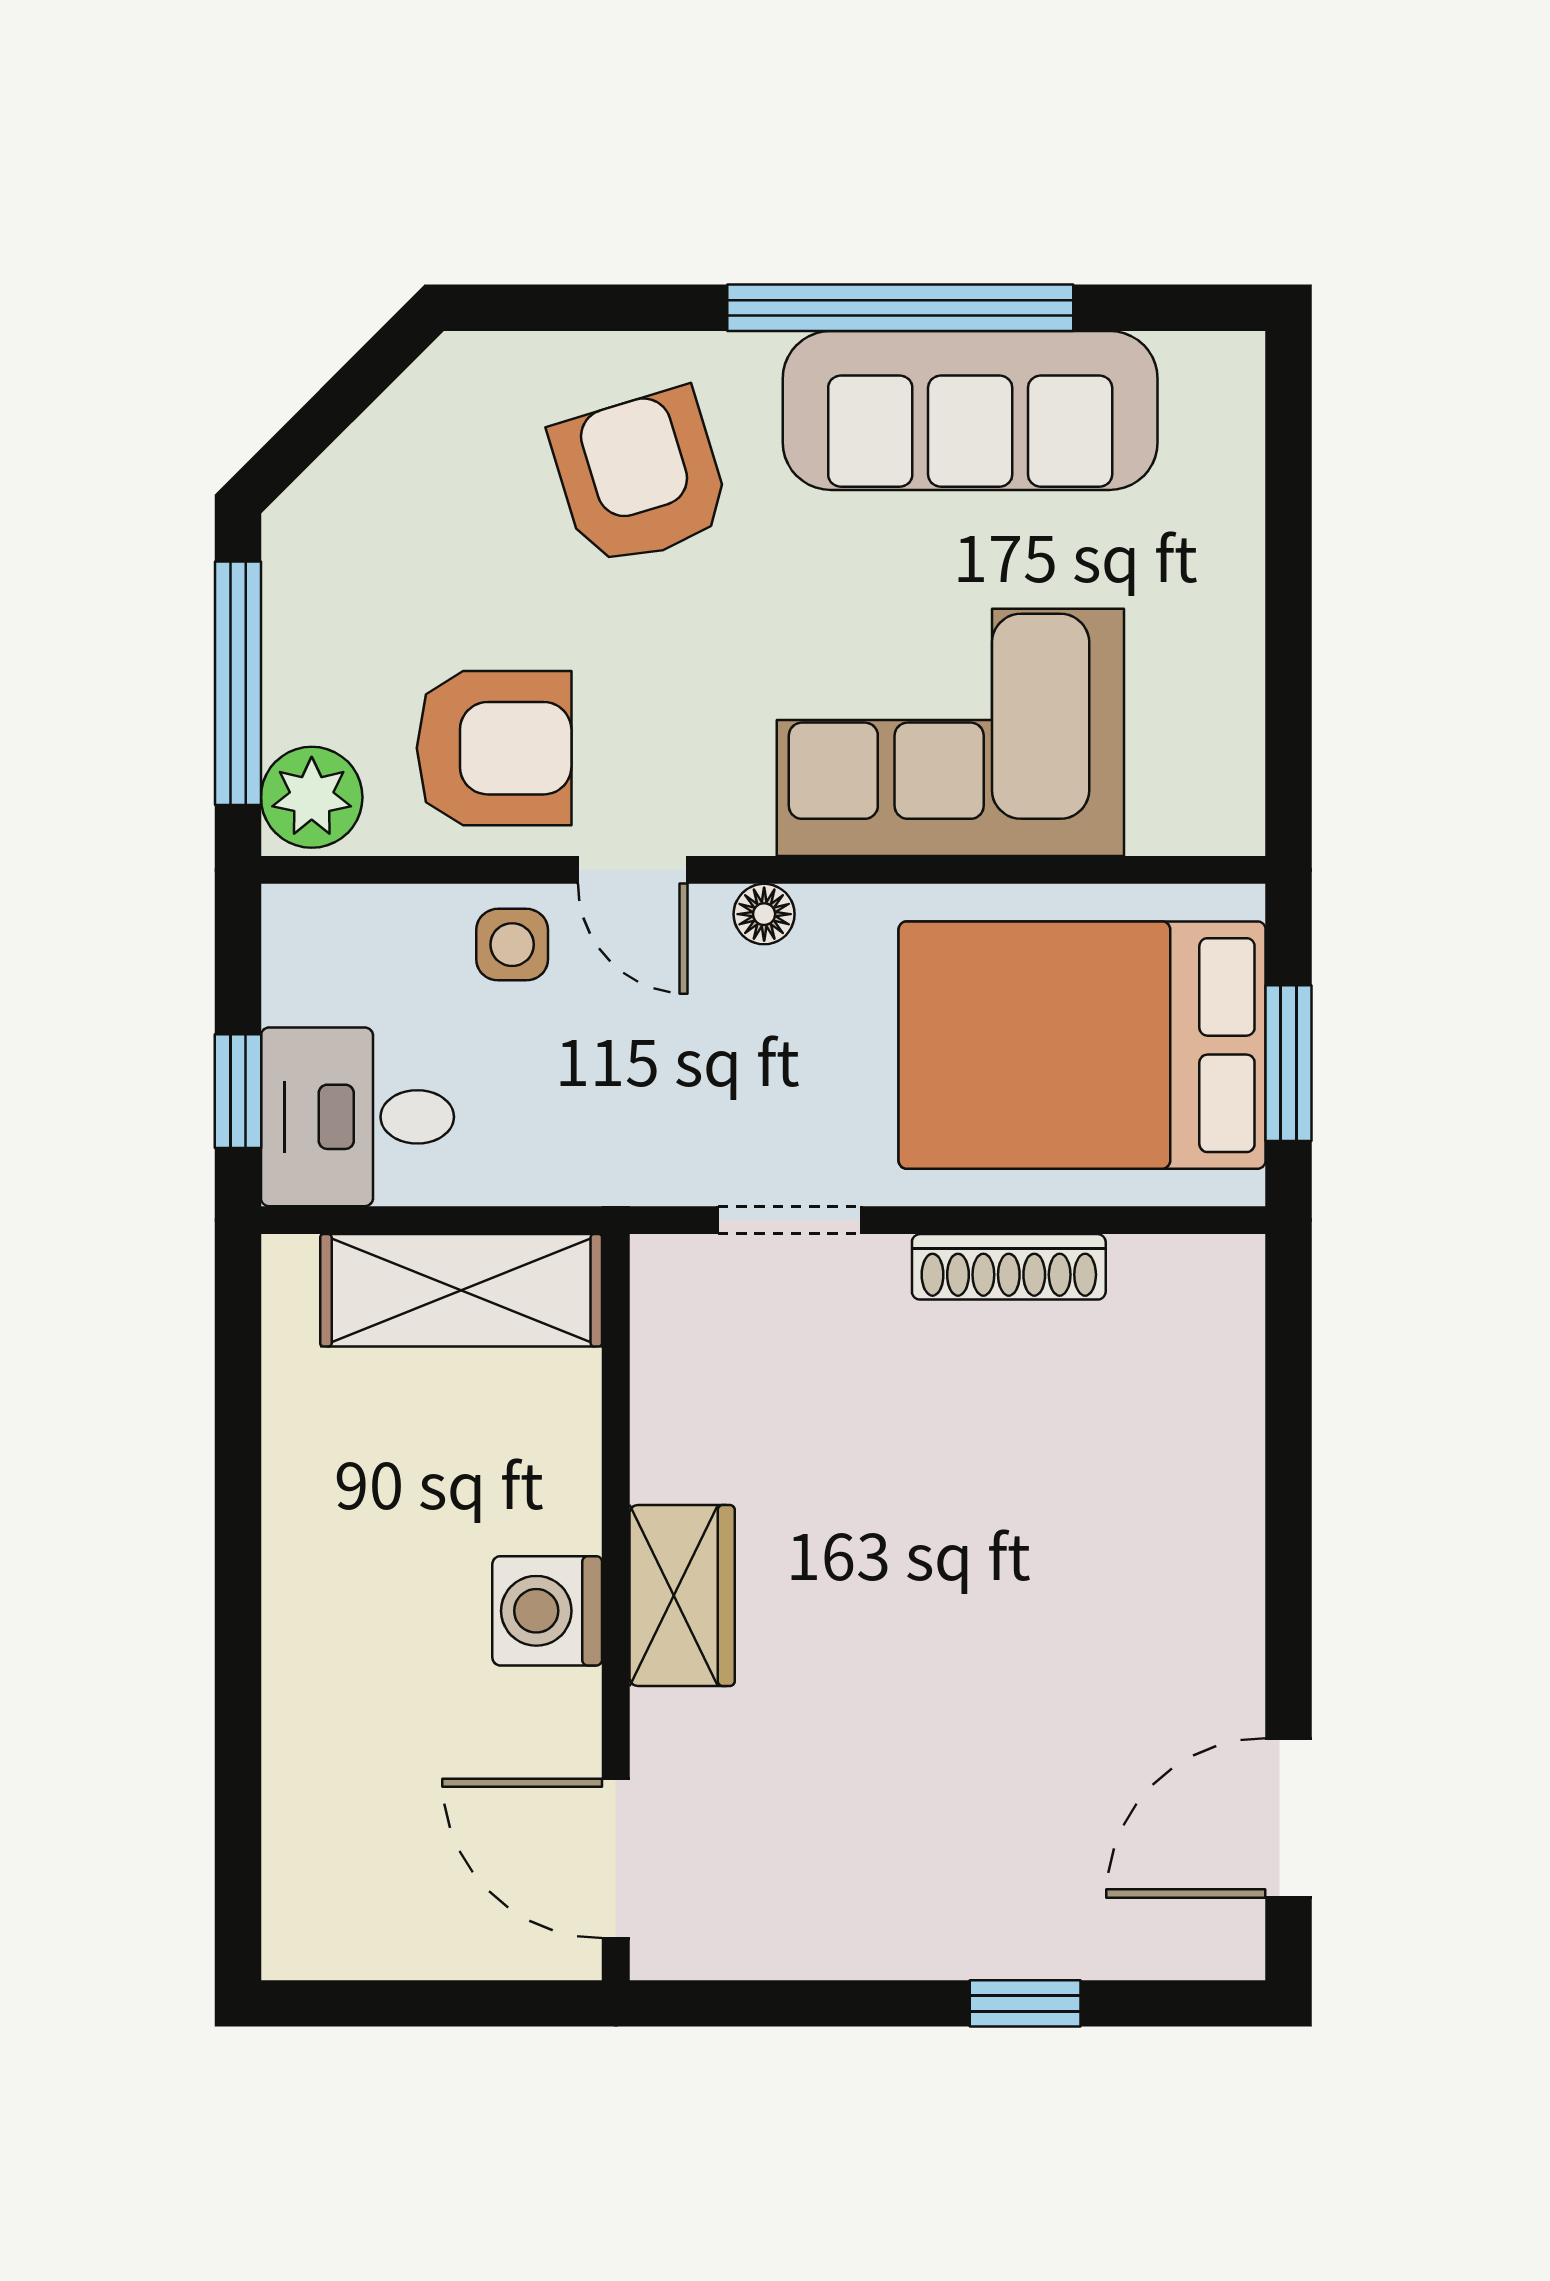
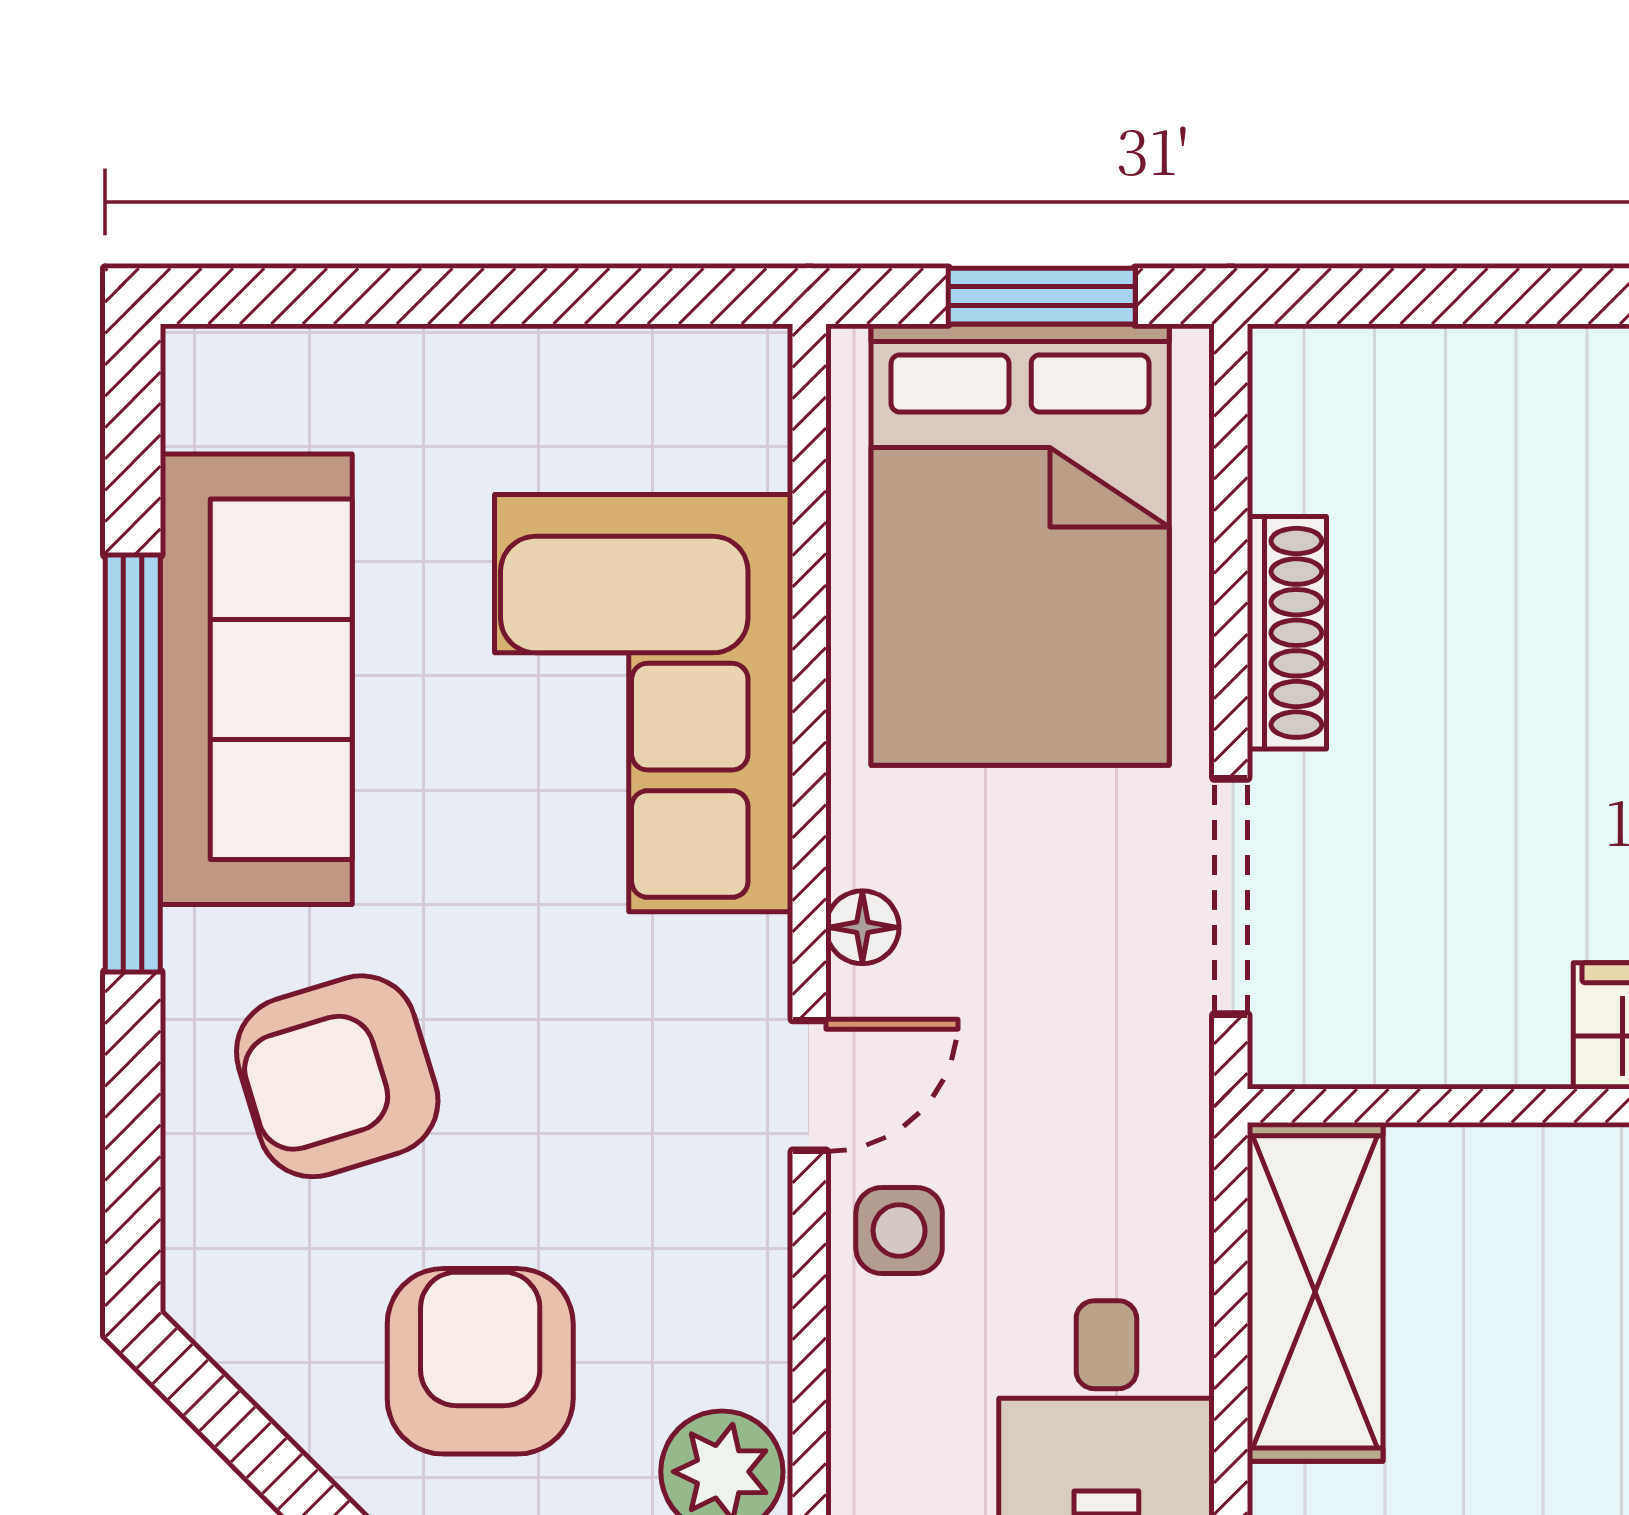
armchair: (494, 748) -> (480, 1361), moved
doorway: (790, 1220) -> (1231, 896), width x1.38

